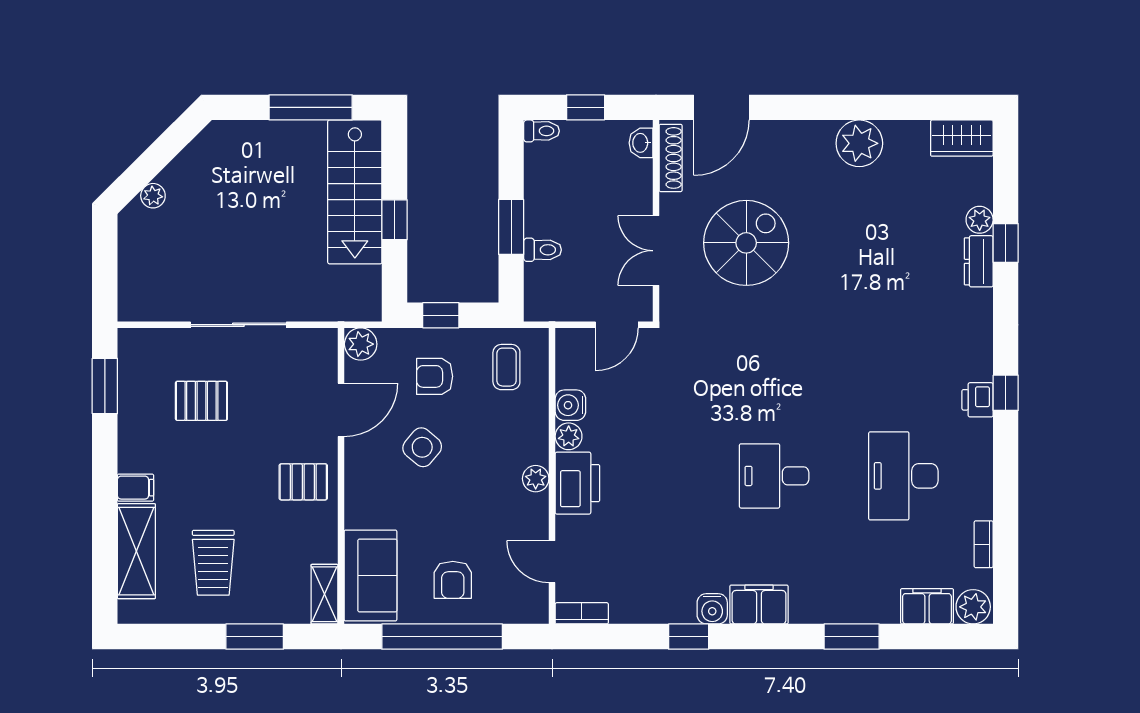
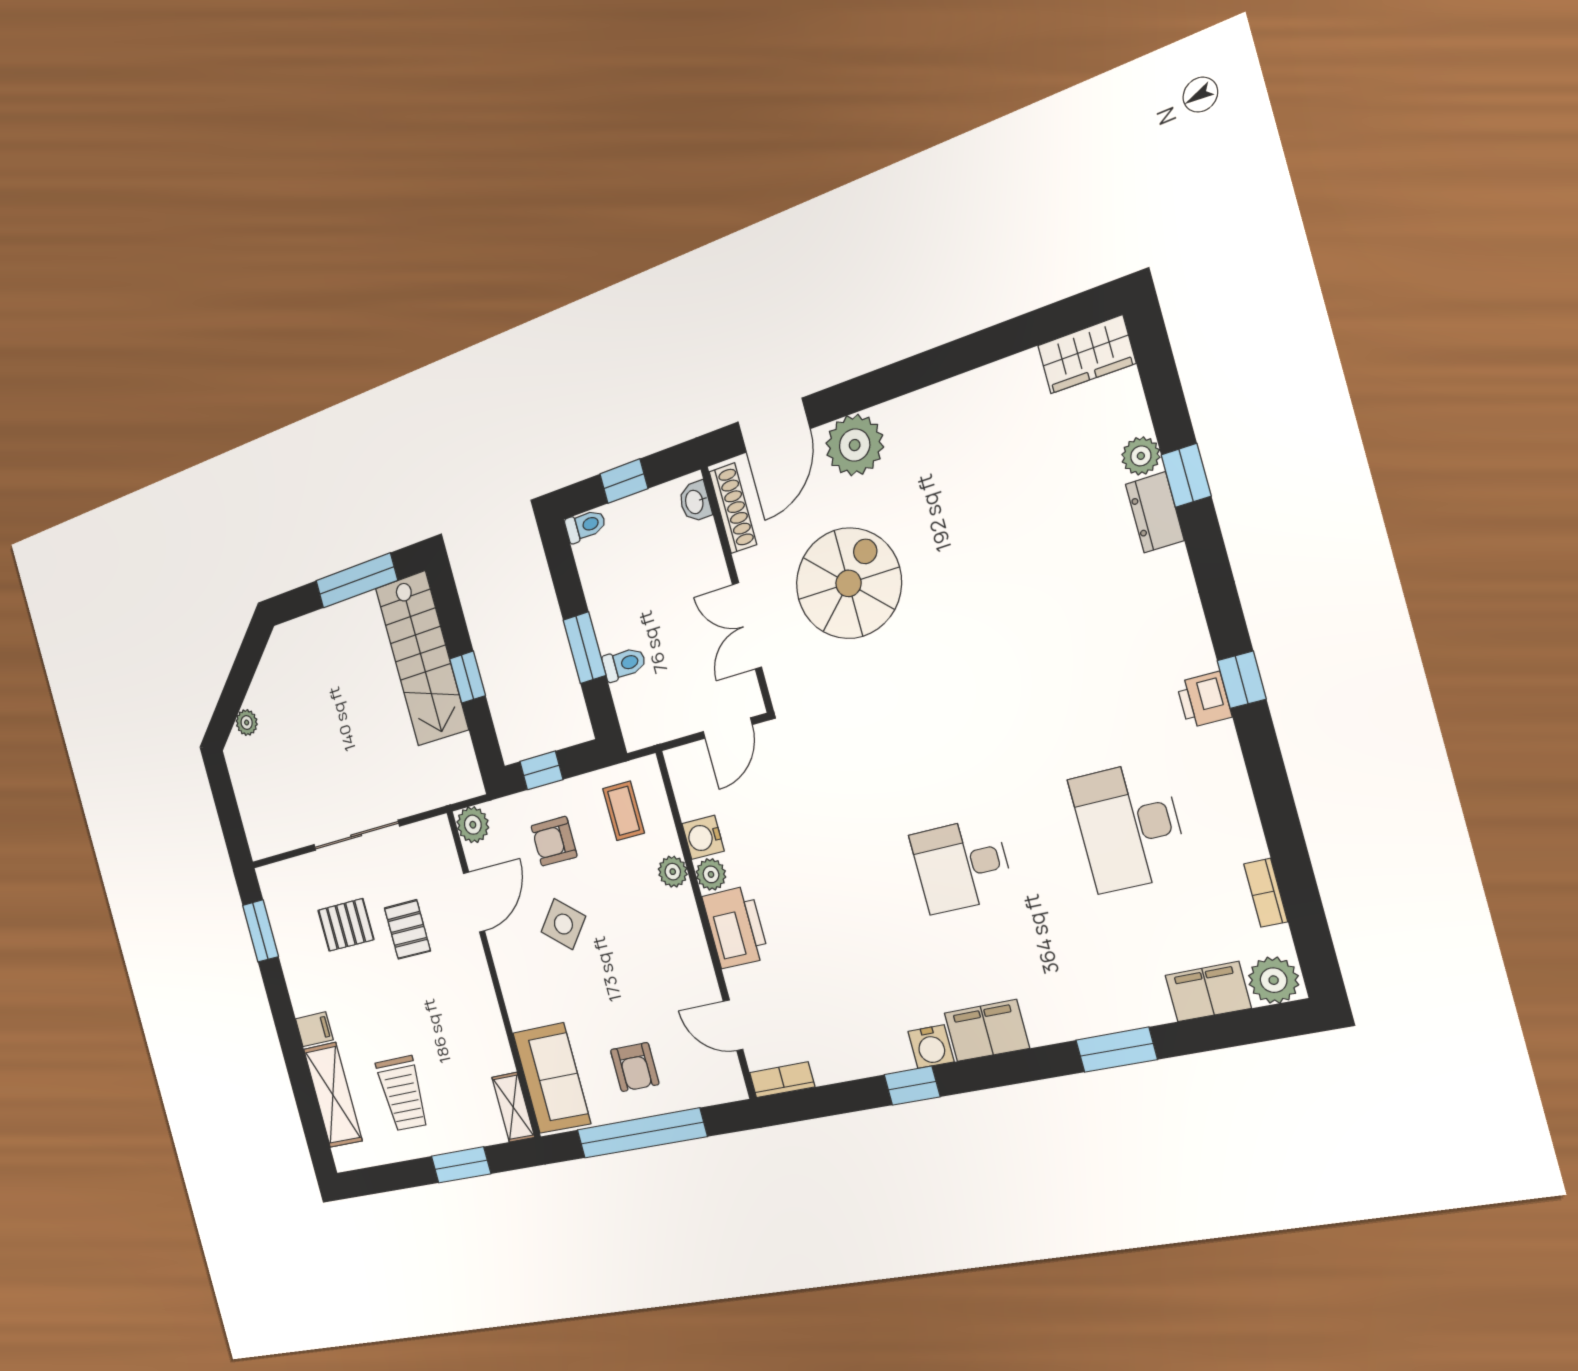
plant: (859, 143) -> (855, 445), moved
plant: (536, 479) -> (673, 872), moved
pallet: (303, 482) -> (407, 929), moved, turned 90

